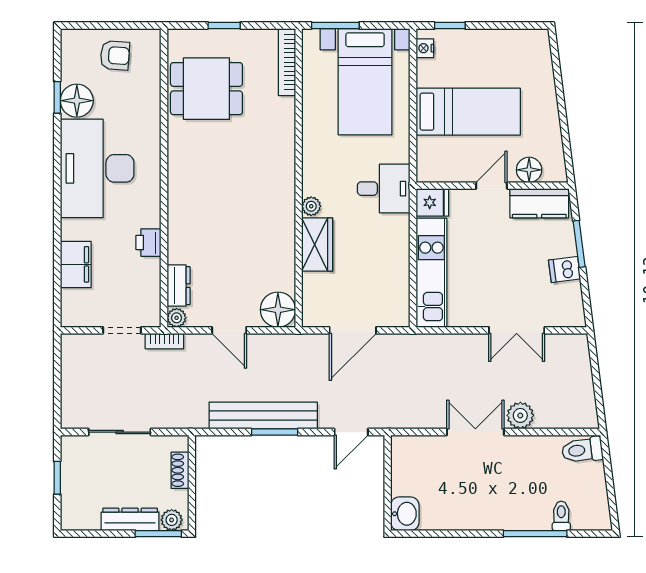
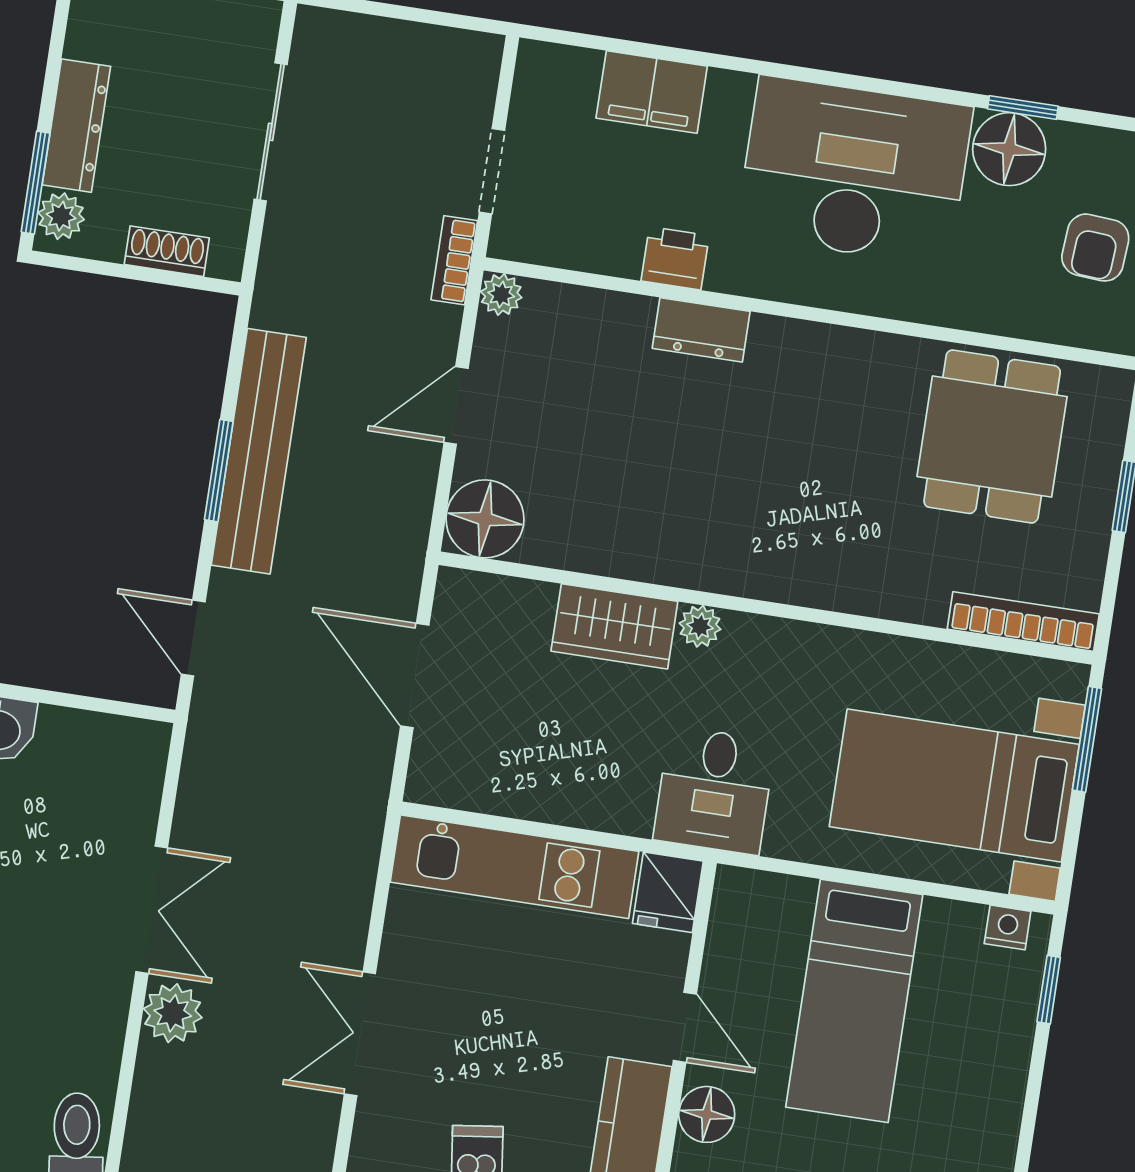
dresser: (179, 286) -> (701, 330), moved

